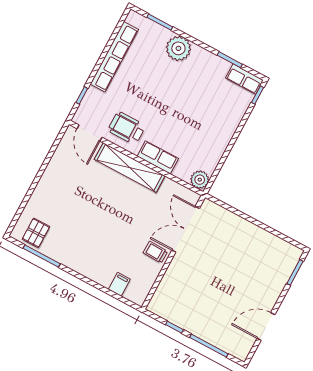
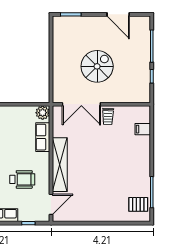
wheelchair: (127, 128) -> (22, 179), moved, turned -90
row of seats: (158, 157) -> (43, 137), moved
spiral stairs: (219, 271) -> (97, 66), added

